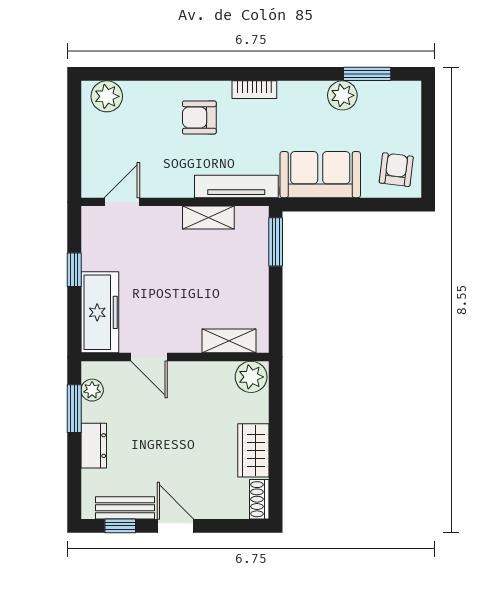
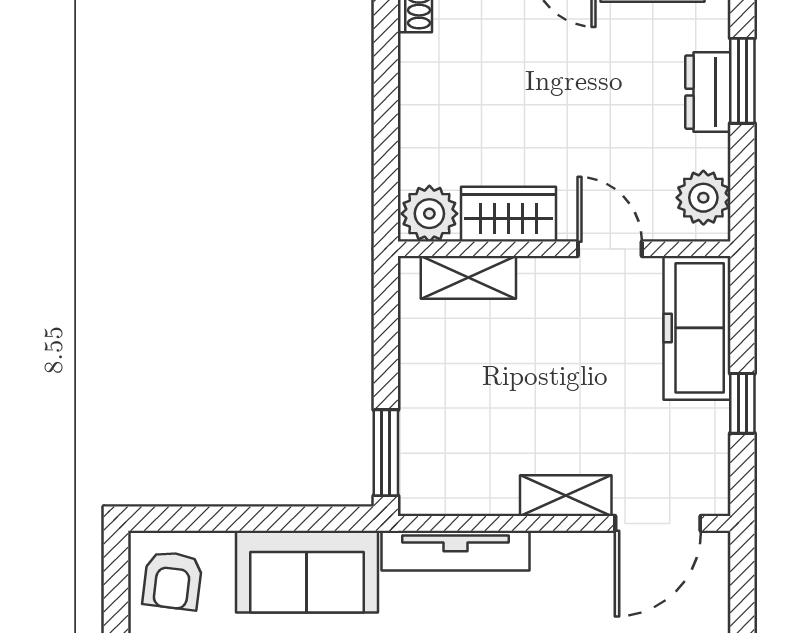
door: (122, 202) -> (658, 523), width x1.37
shelving: (208, 218) -> (566, 496), moved
plant: (92, 390) -> (703, 198), width x1.38, depth x1.38
window: (74, 409) -> (742, 81), moved
wardrobe: (253, 450) -> (508, 214), moved, turned -90

